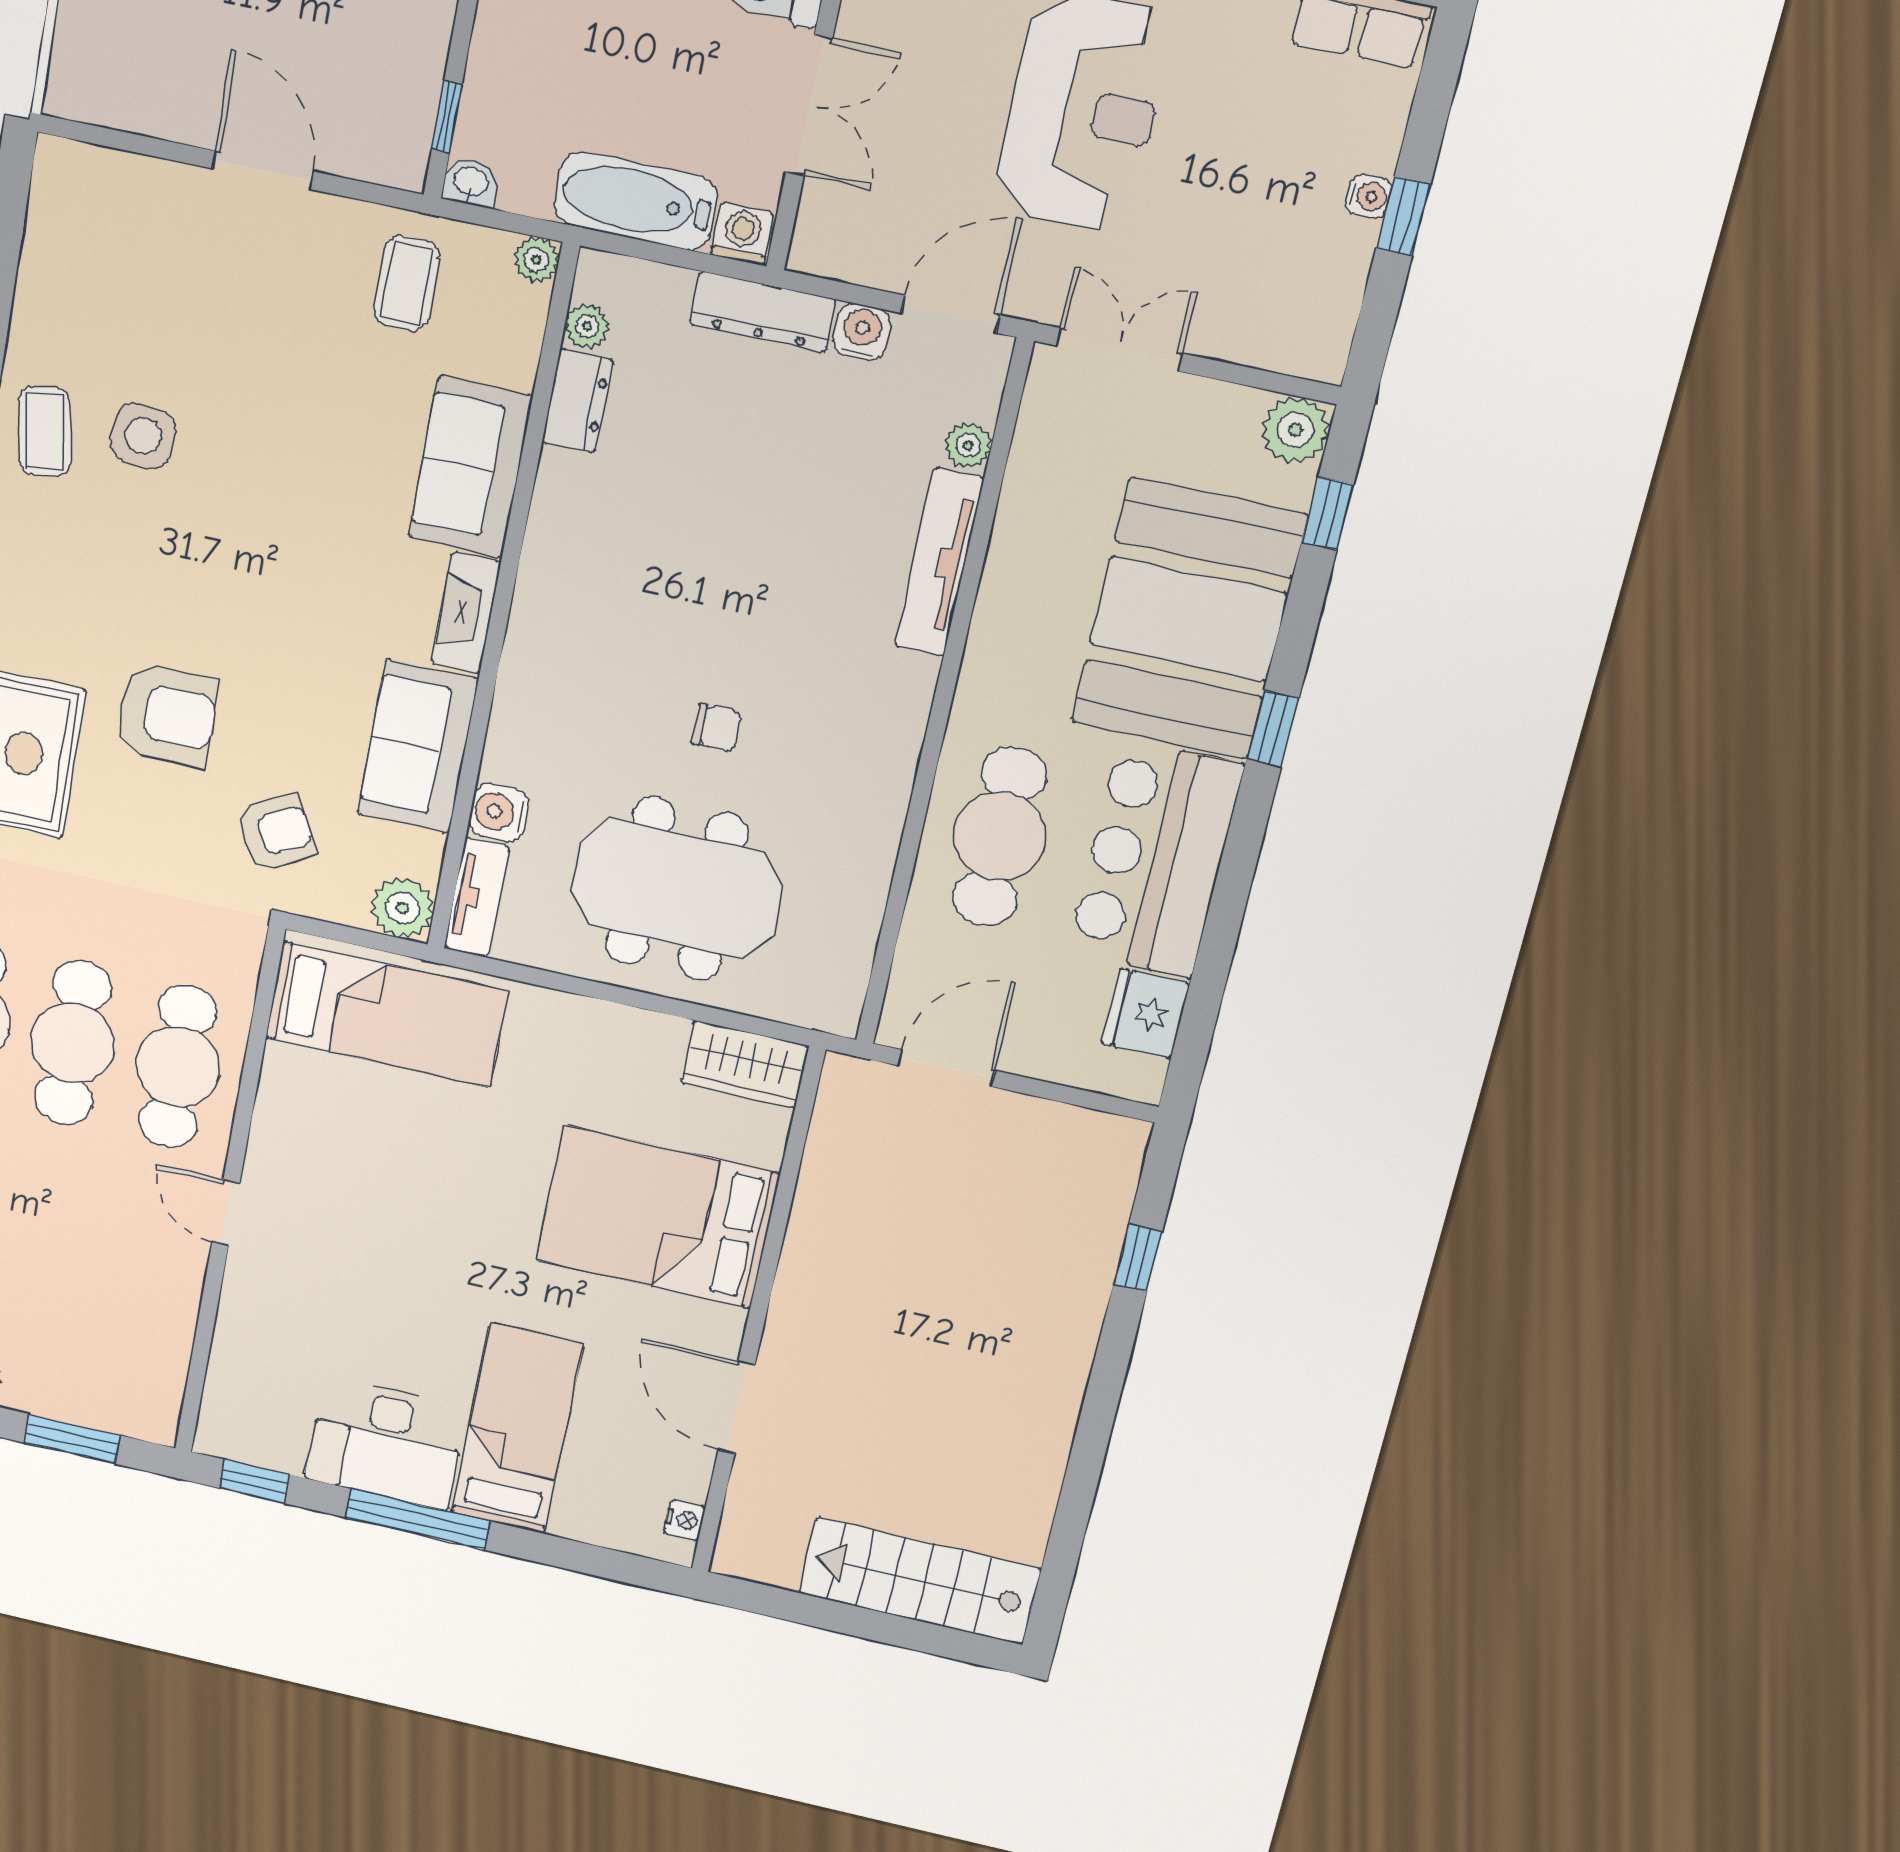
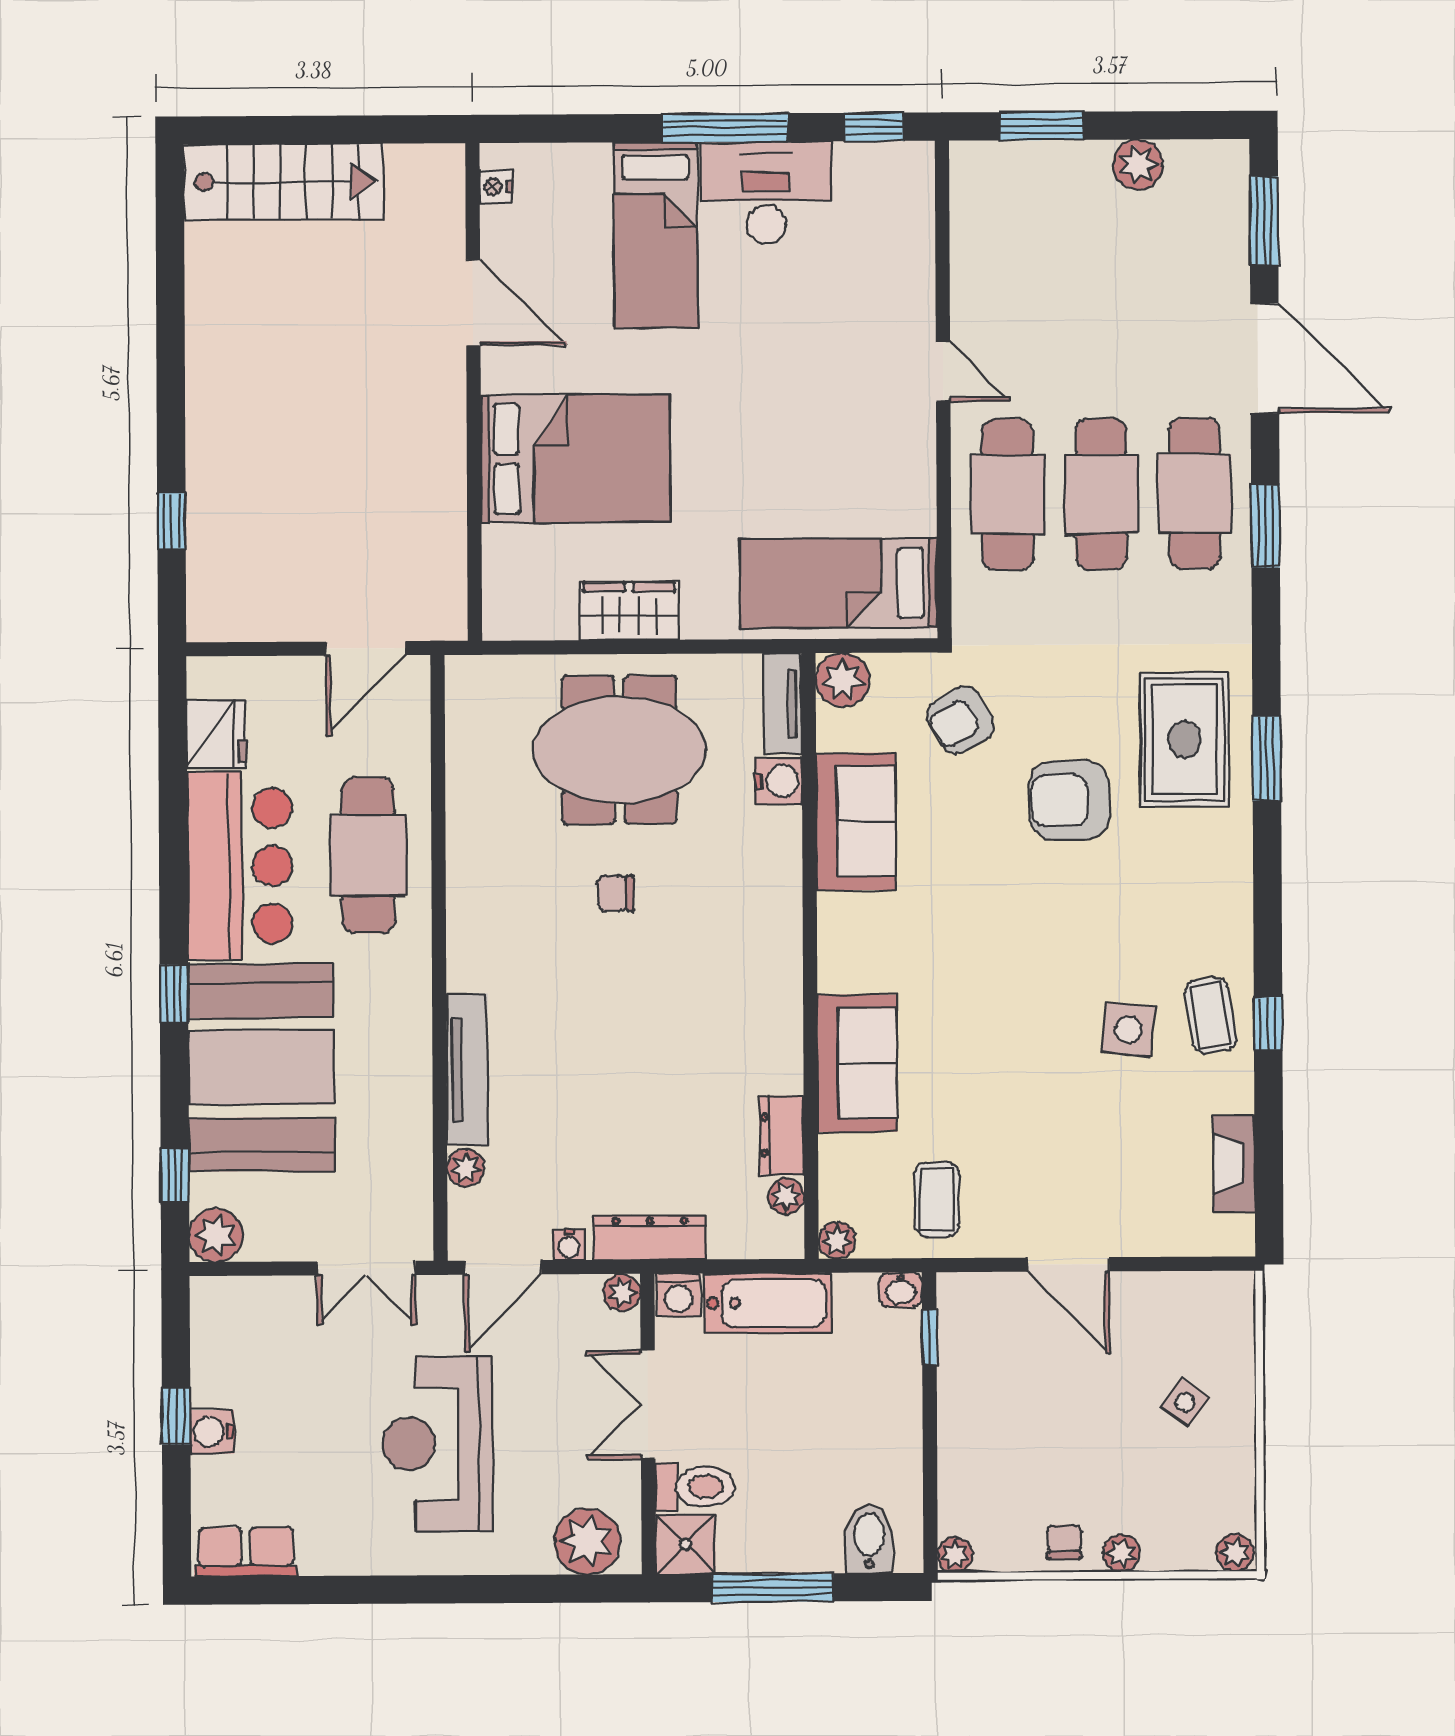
water cooler: (1369, 196) -> (212, 1432), width x1.38, depth x1.38
plant: (811, 252) -> (622, 1292), added
water cooler: (862, 332) -> (569, 1245), width x0.72, depth x0.72
fireplace: (466, 613) -> (1234, 1163), moved, turned 180
wardrobe: (745, 1064) -> (629, 611), moved

